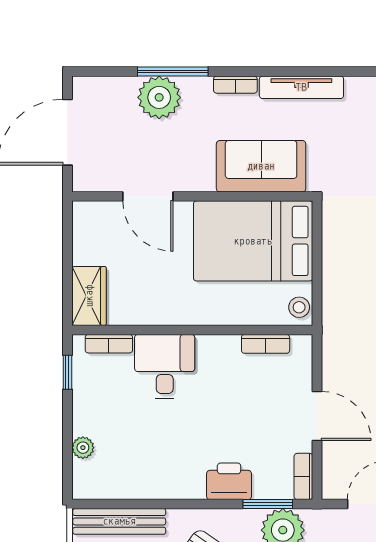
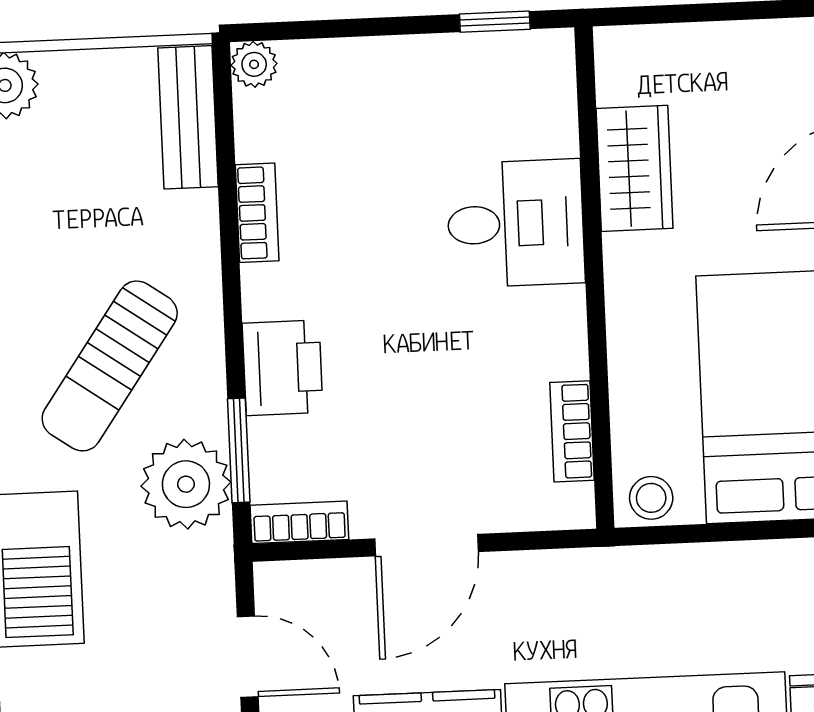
wardrobe: (89, 296) -> (634, 168), moved, turned -90
bookcase: (109, 344) -> (257, 213), moved, turned 180
plant: (83, 448) -> (254, 64), moved
bench: (119, 521) -> (188, 117), width x0.73

